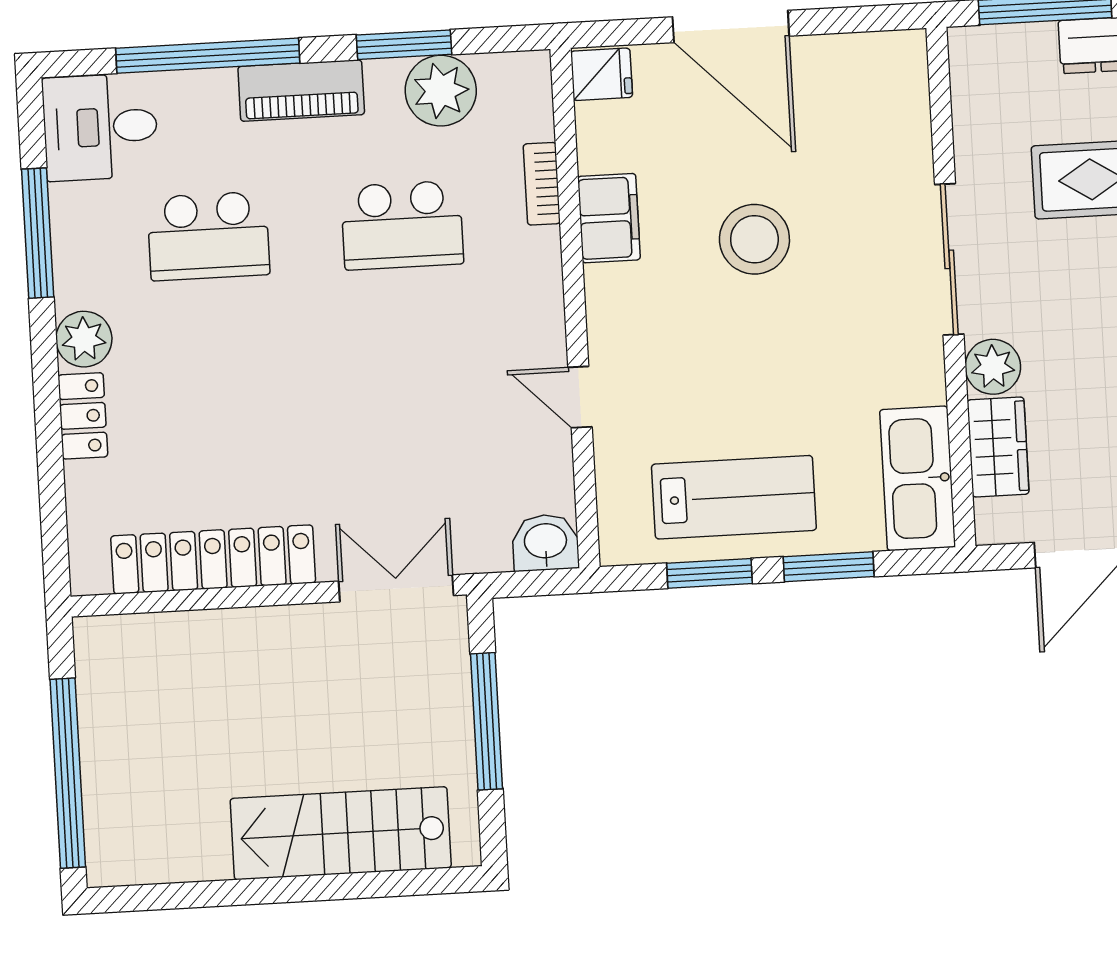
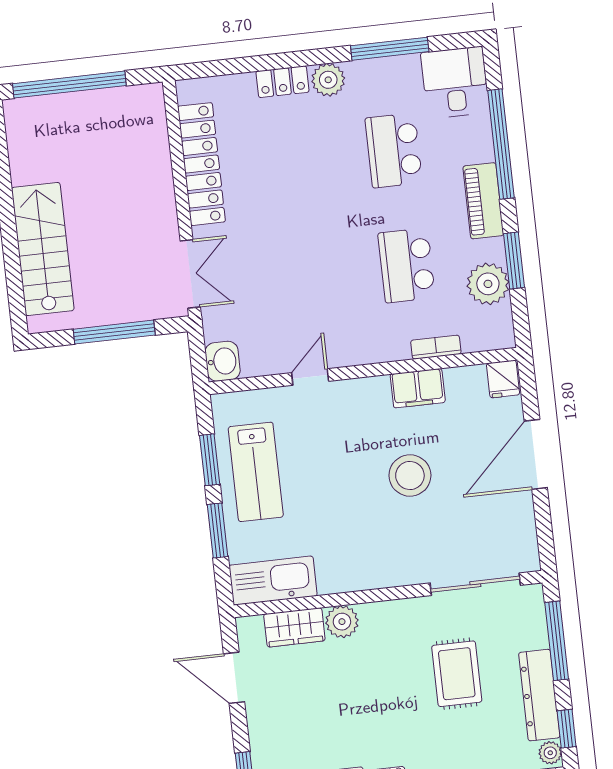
sliding door: (949, 259) -> (475, 584), moved

